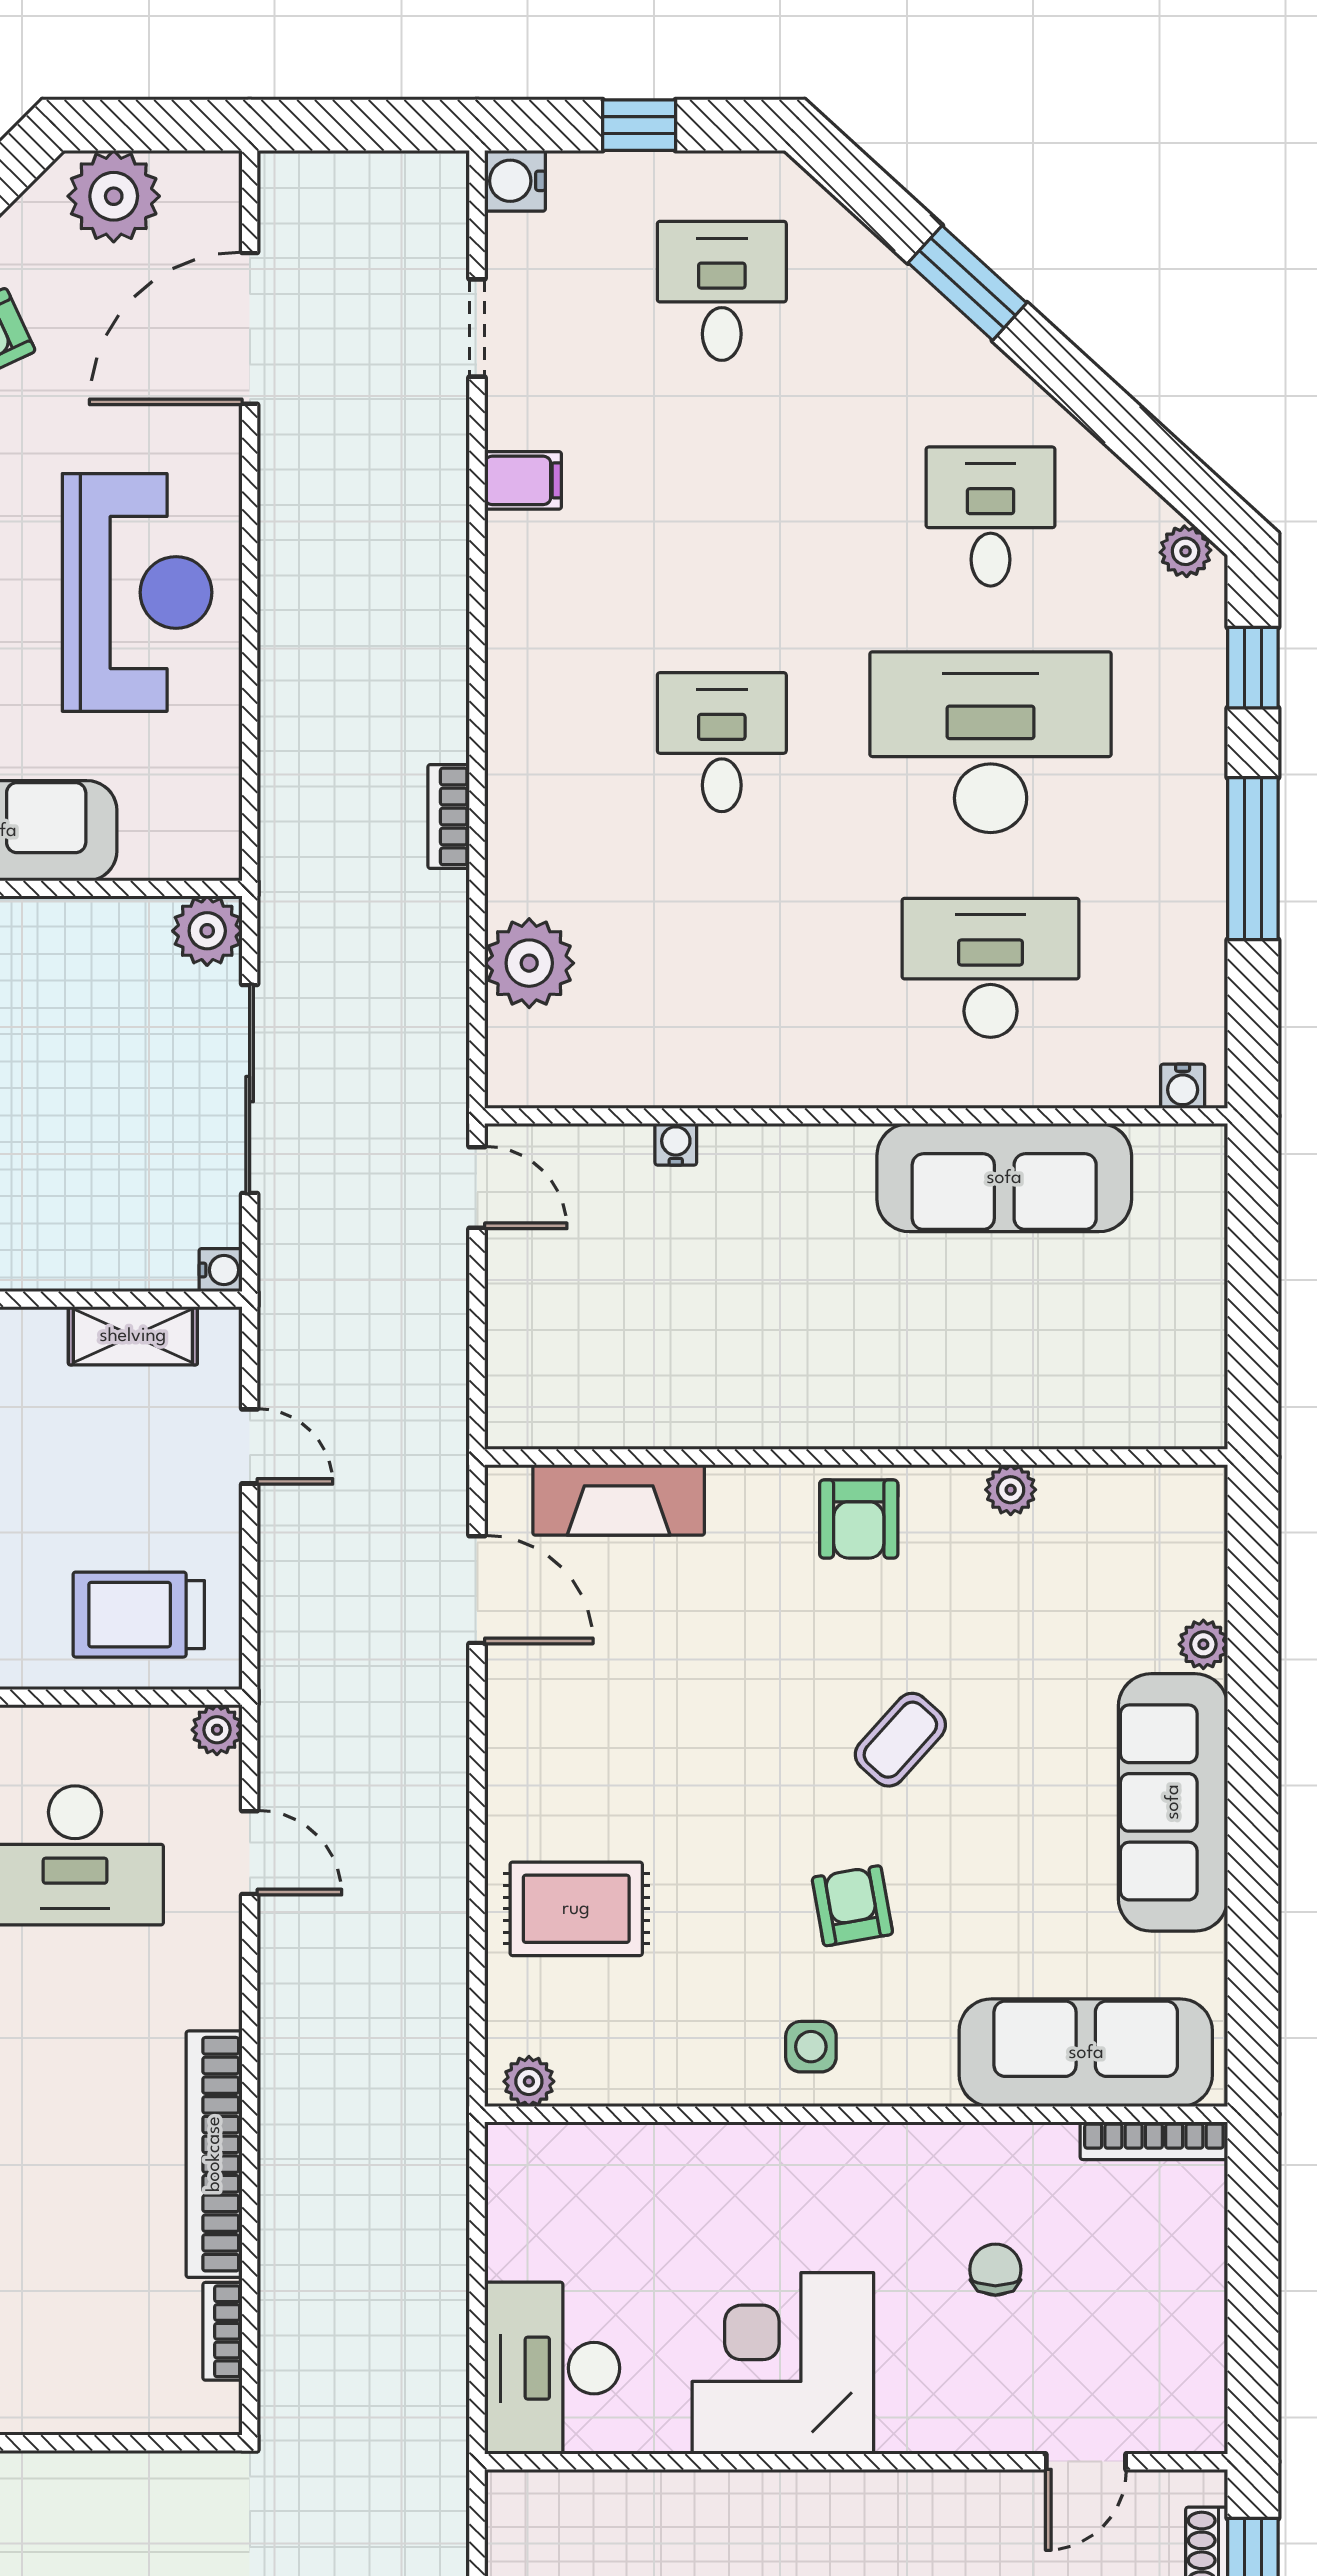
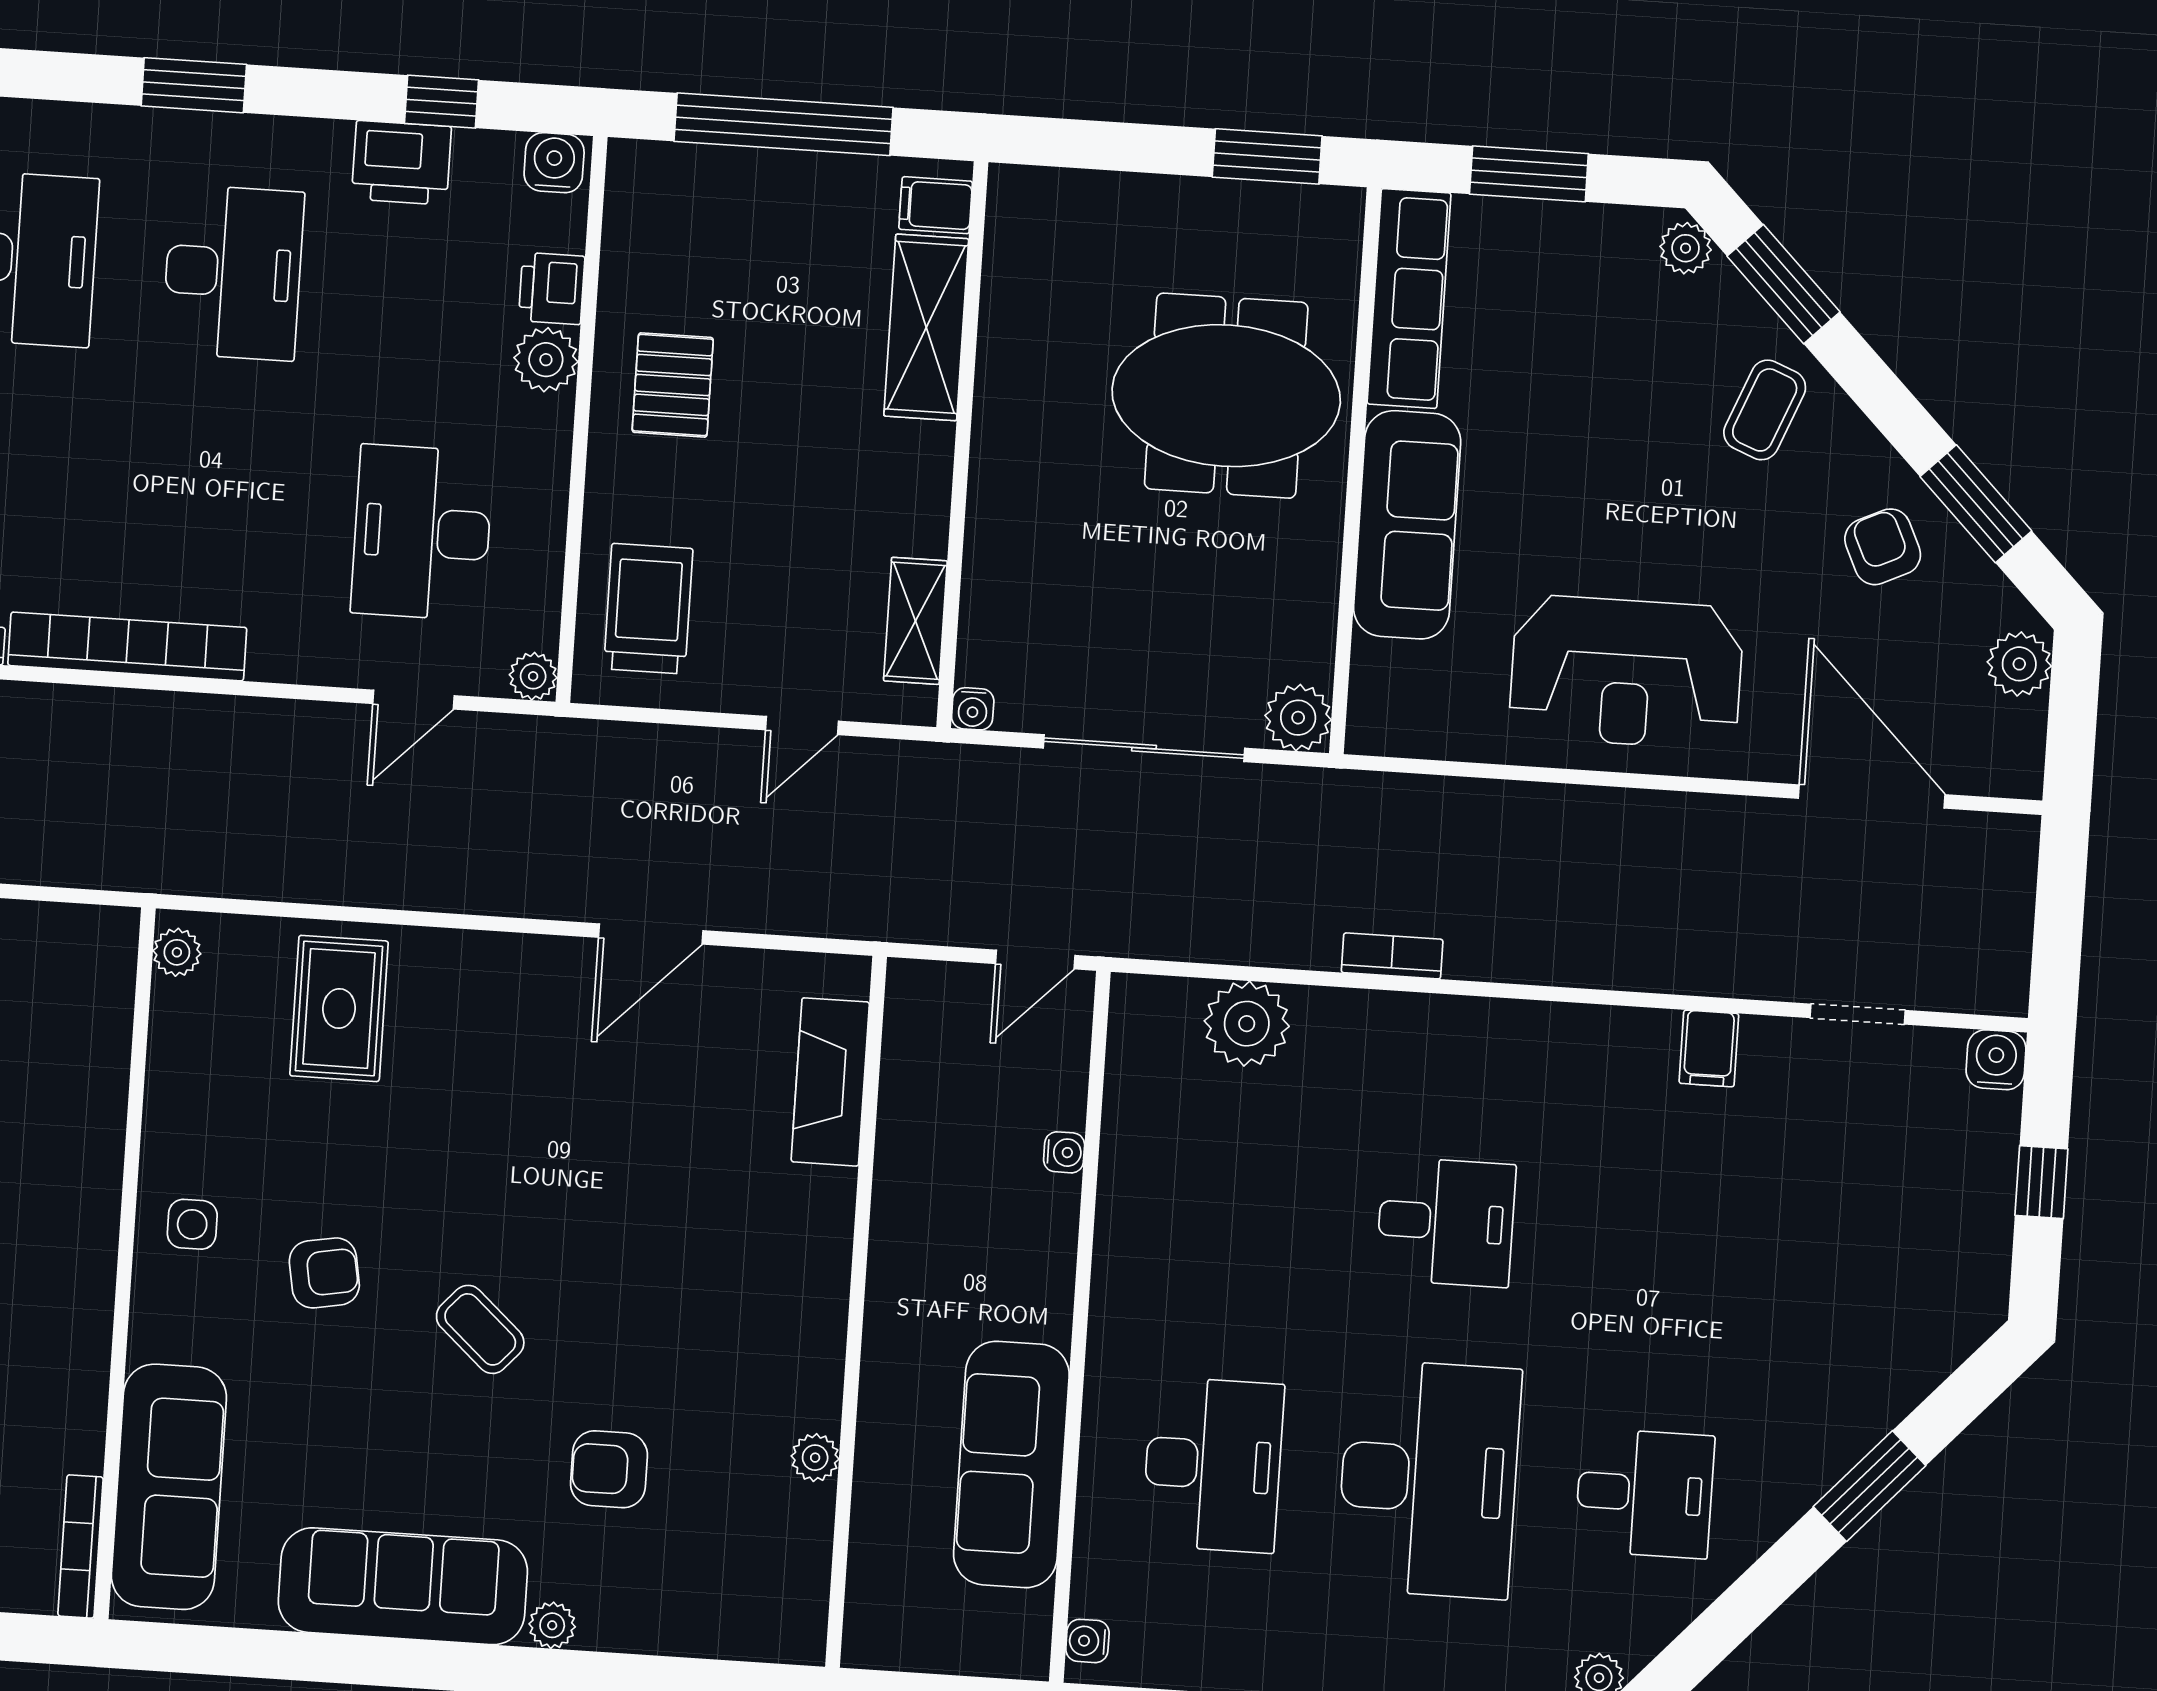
plant: (114, 196) -> (2019, 664), width x0.73, depth x0.73
desk: (722, 291) -> (1878, 1251), removed
wall: (856, 1457) -> (856, 1312), moved
plant: (1011, 1490) -> (815, 1458), moved
fireplace: (619, 1500) -> (830, 1082), moved
armchair: (859, 1519) -> (609, 1469), moved

